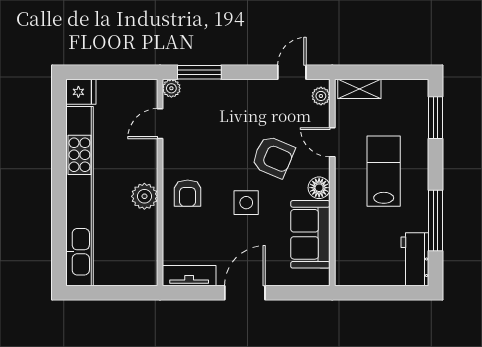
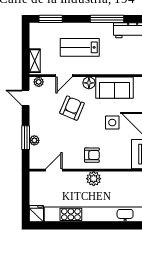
window: (199, 72) -> (26, 138), moved
plant: (171, 88) -> (34, 140), moved
door: (160, 124) -> (54, 170), swing flipped
side table: (246, 203) -> (112, 123), moved

